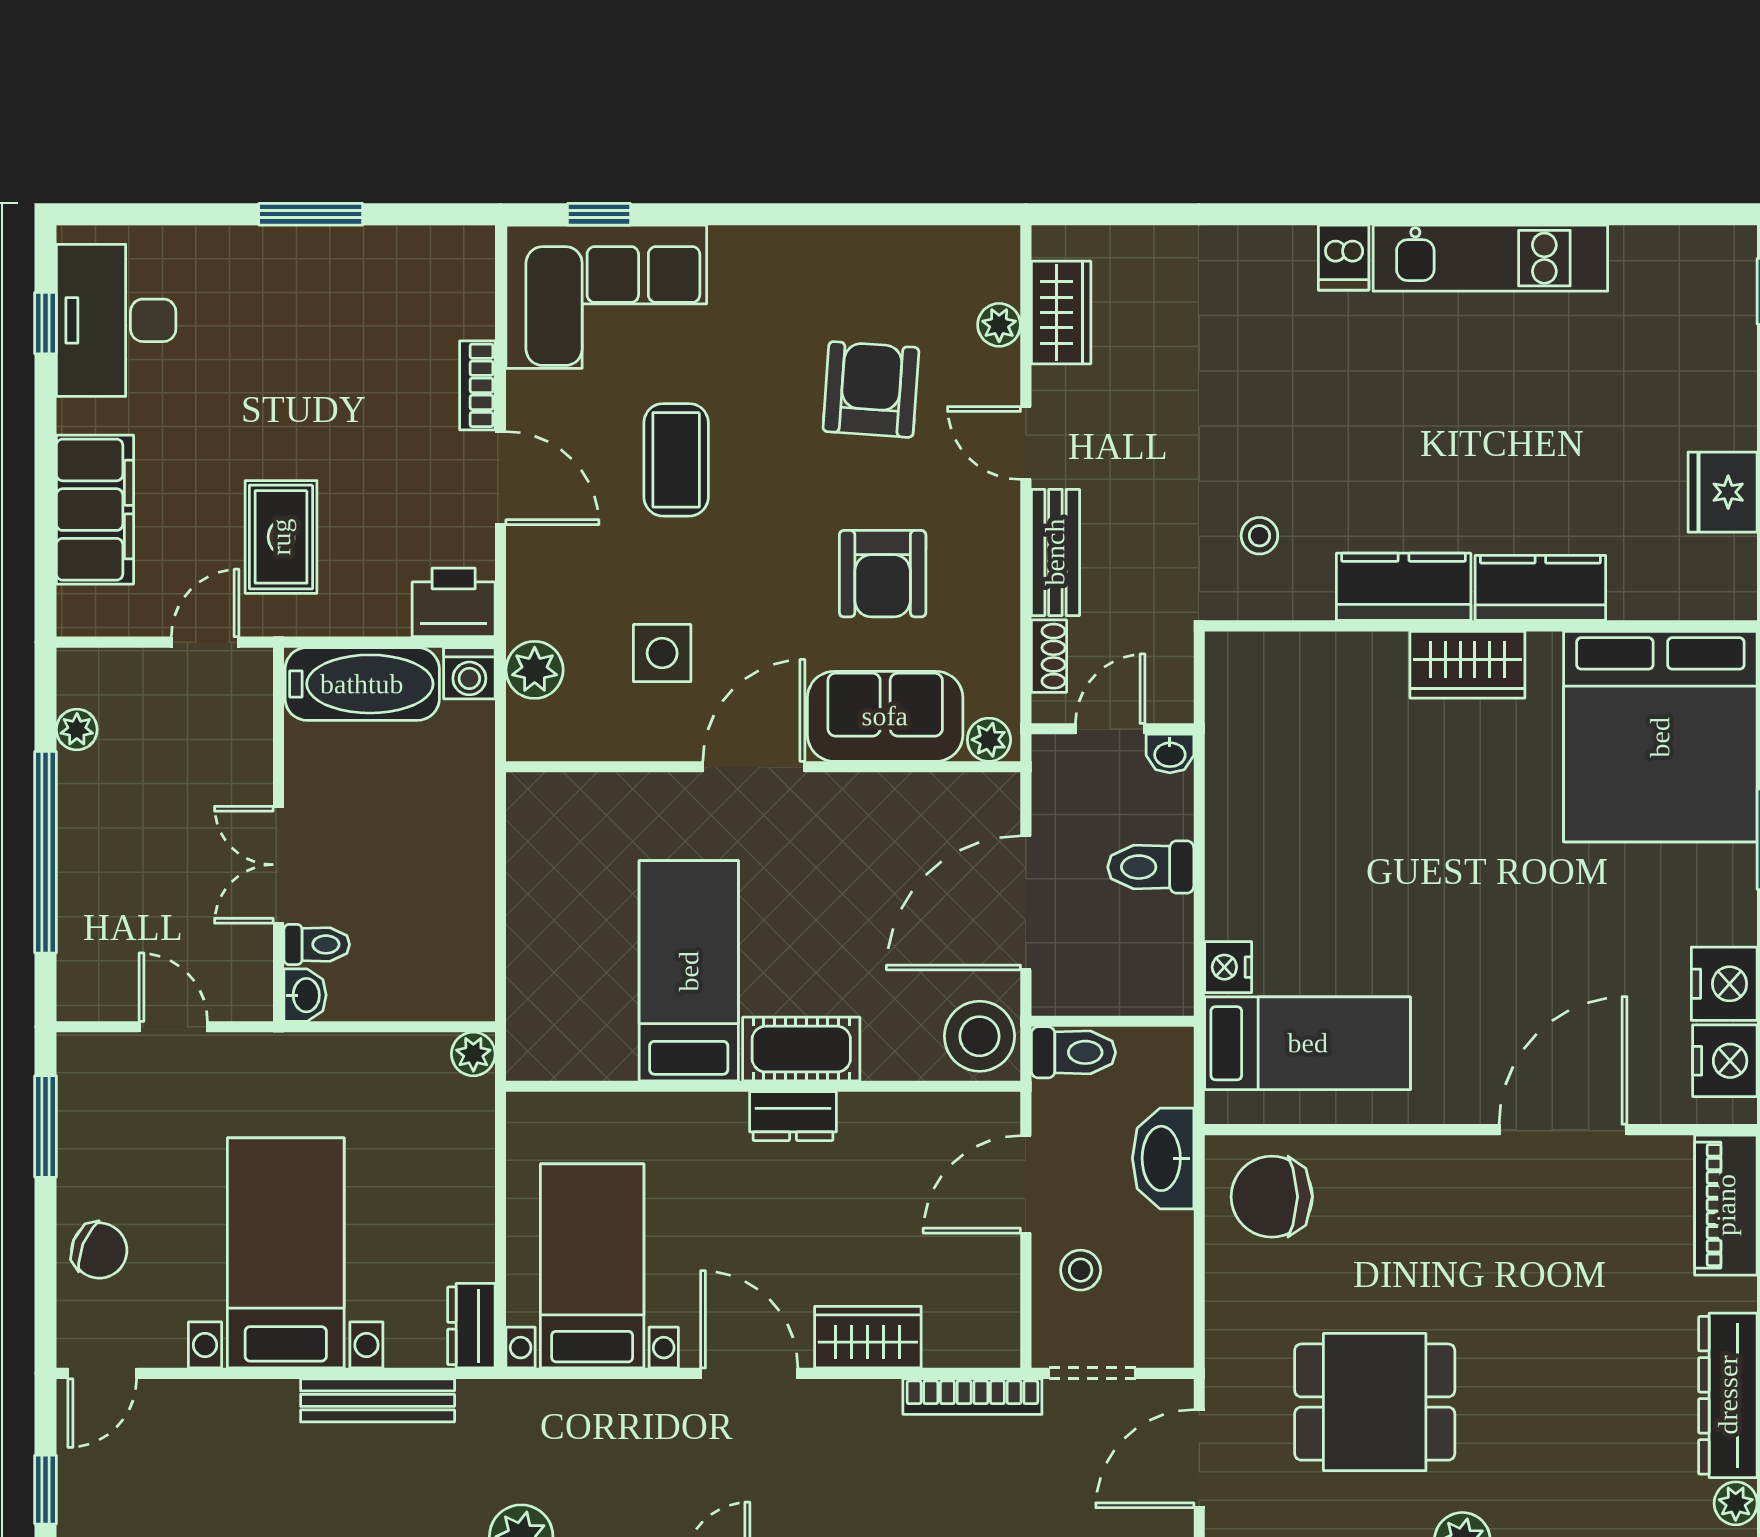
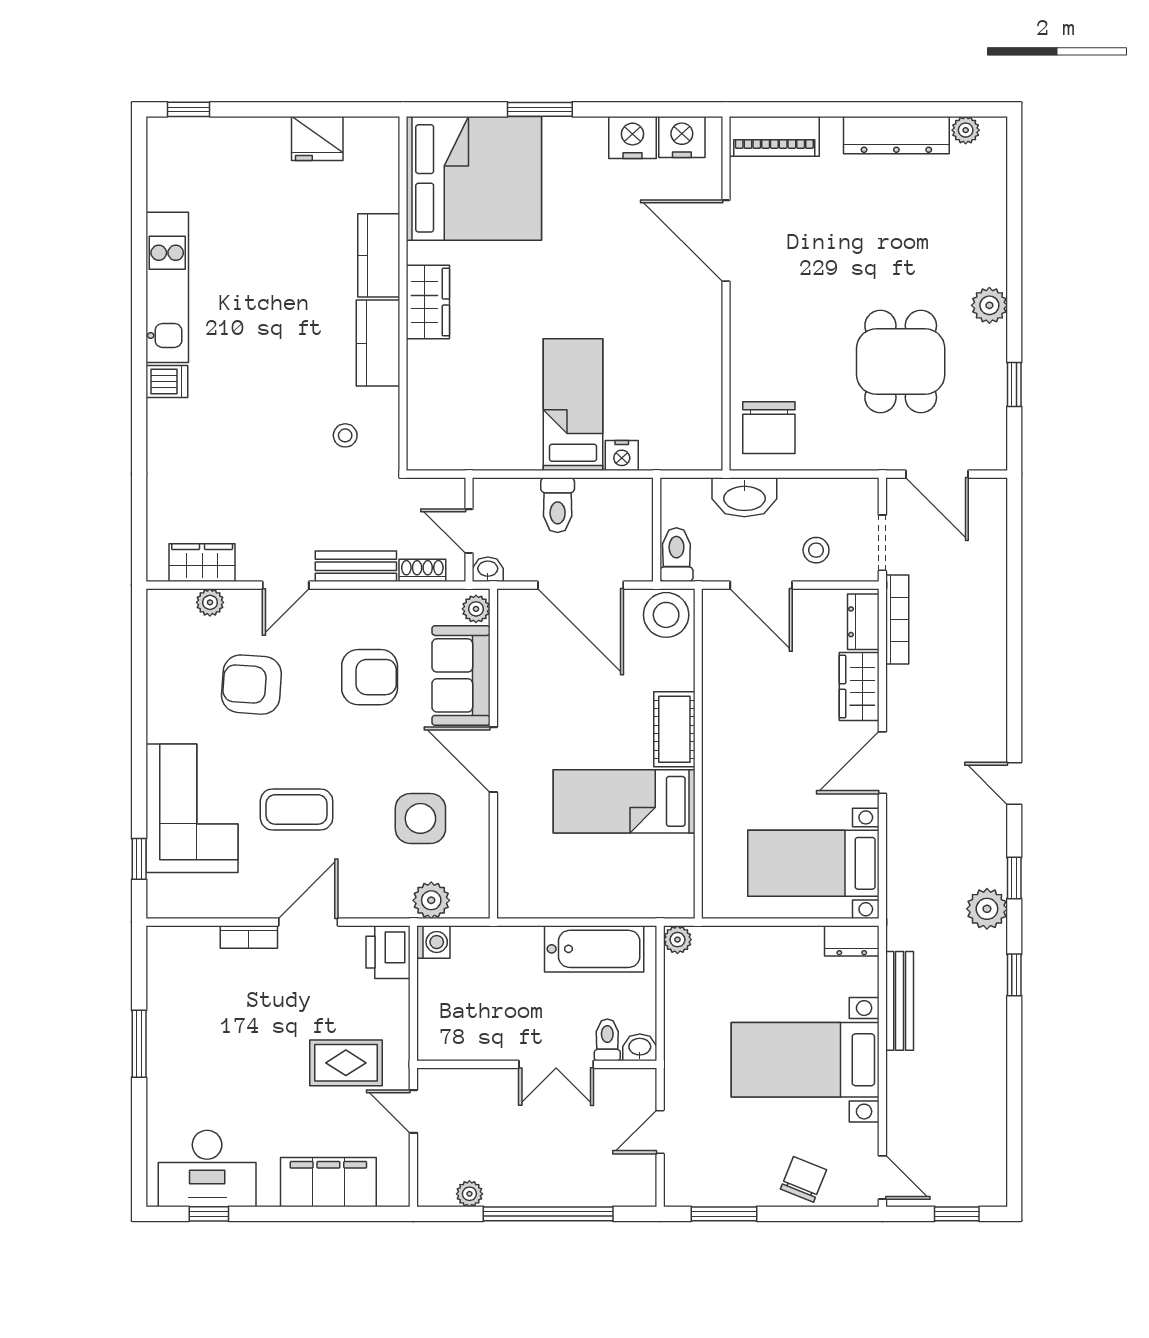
corner sofa: (606, 297) -> (192, 808), moved
side table: (662, 653) -> (420, 818), width x1.37, depth x1.37
bathtub: (362, 684) -> (594, 949), moved, turned 90
washbasin: (1170, 754) -> (488, 569), moved, turned -90
bed: (1308, 1043) -> (573, 405), moved
dresser: (793, 1116) -> (863, 622), moved, turned 180

